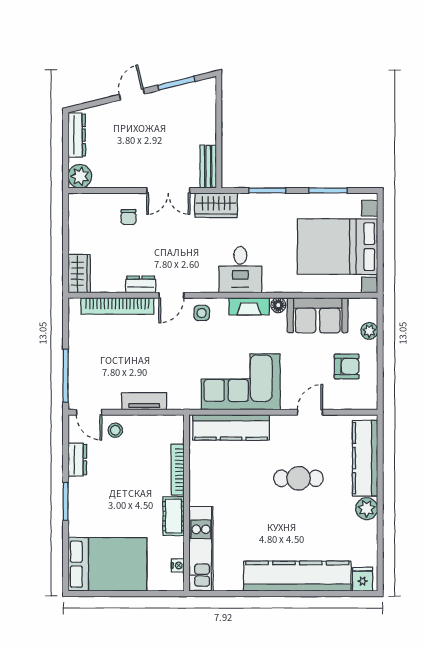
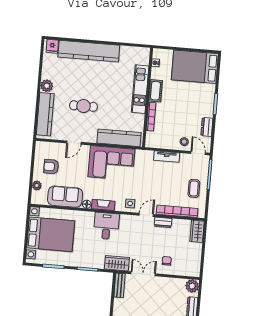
coffee table: (91, 349) -> (194, 188), added
kitchen unit: (201, 549) -> (140, 89), moved

